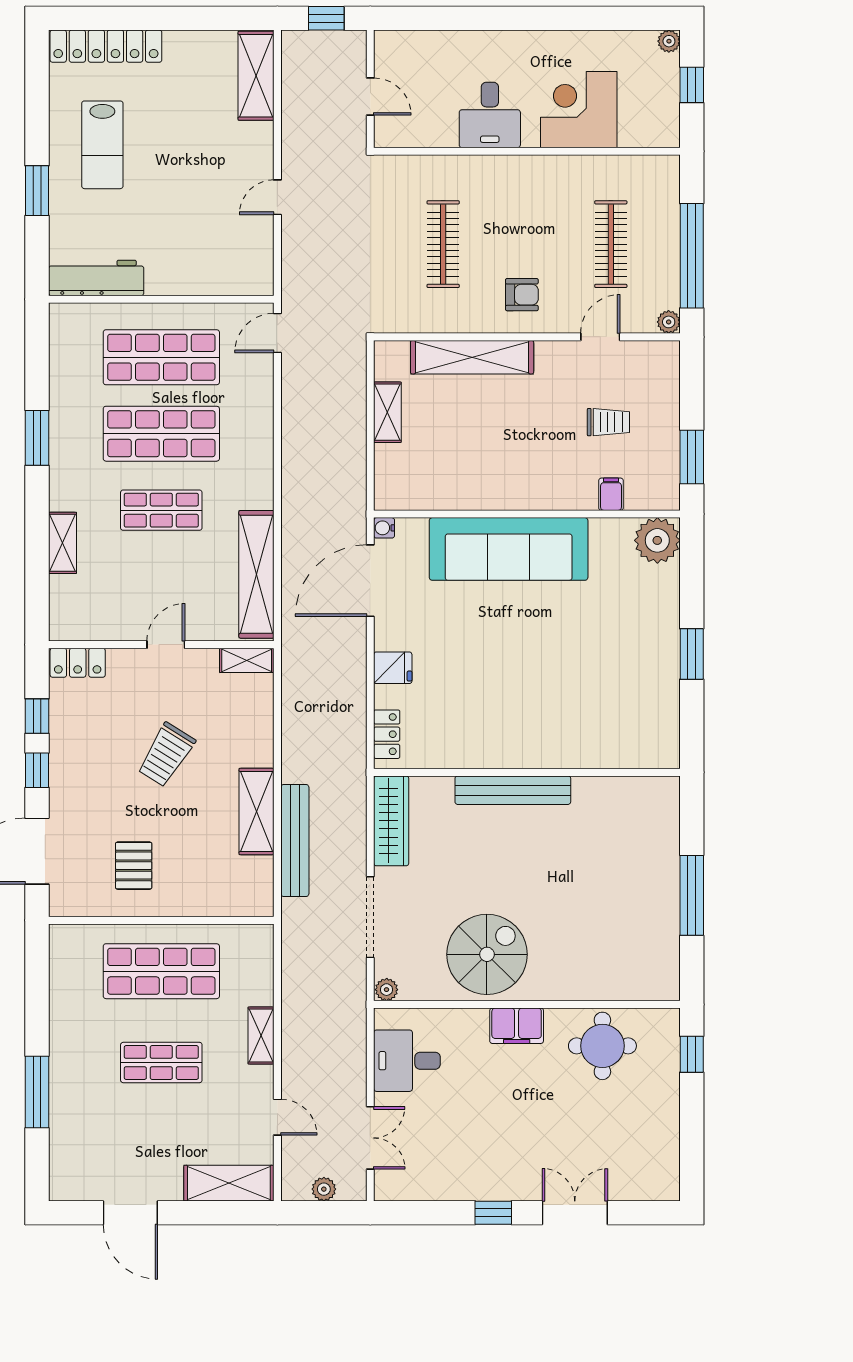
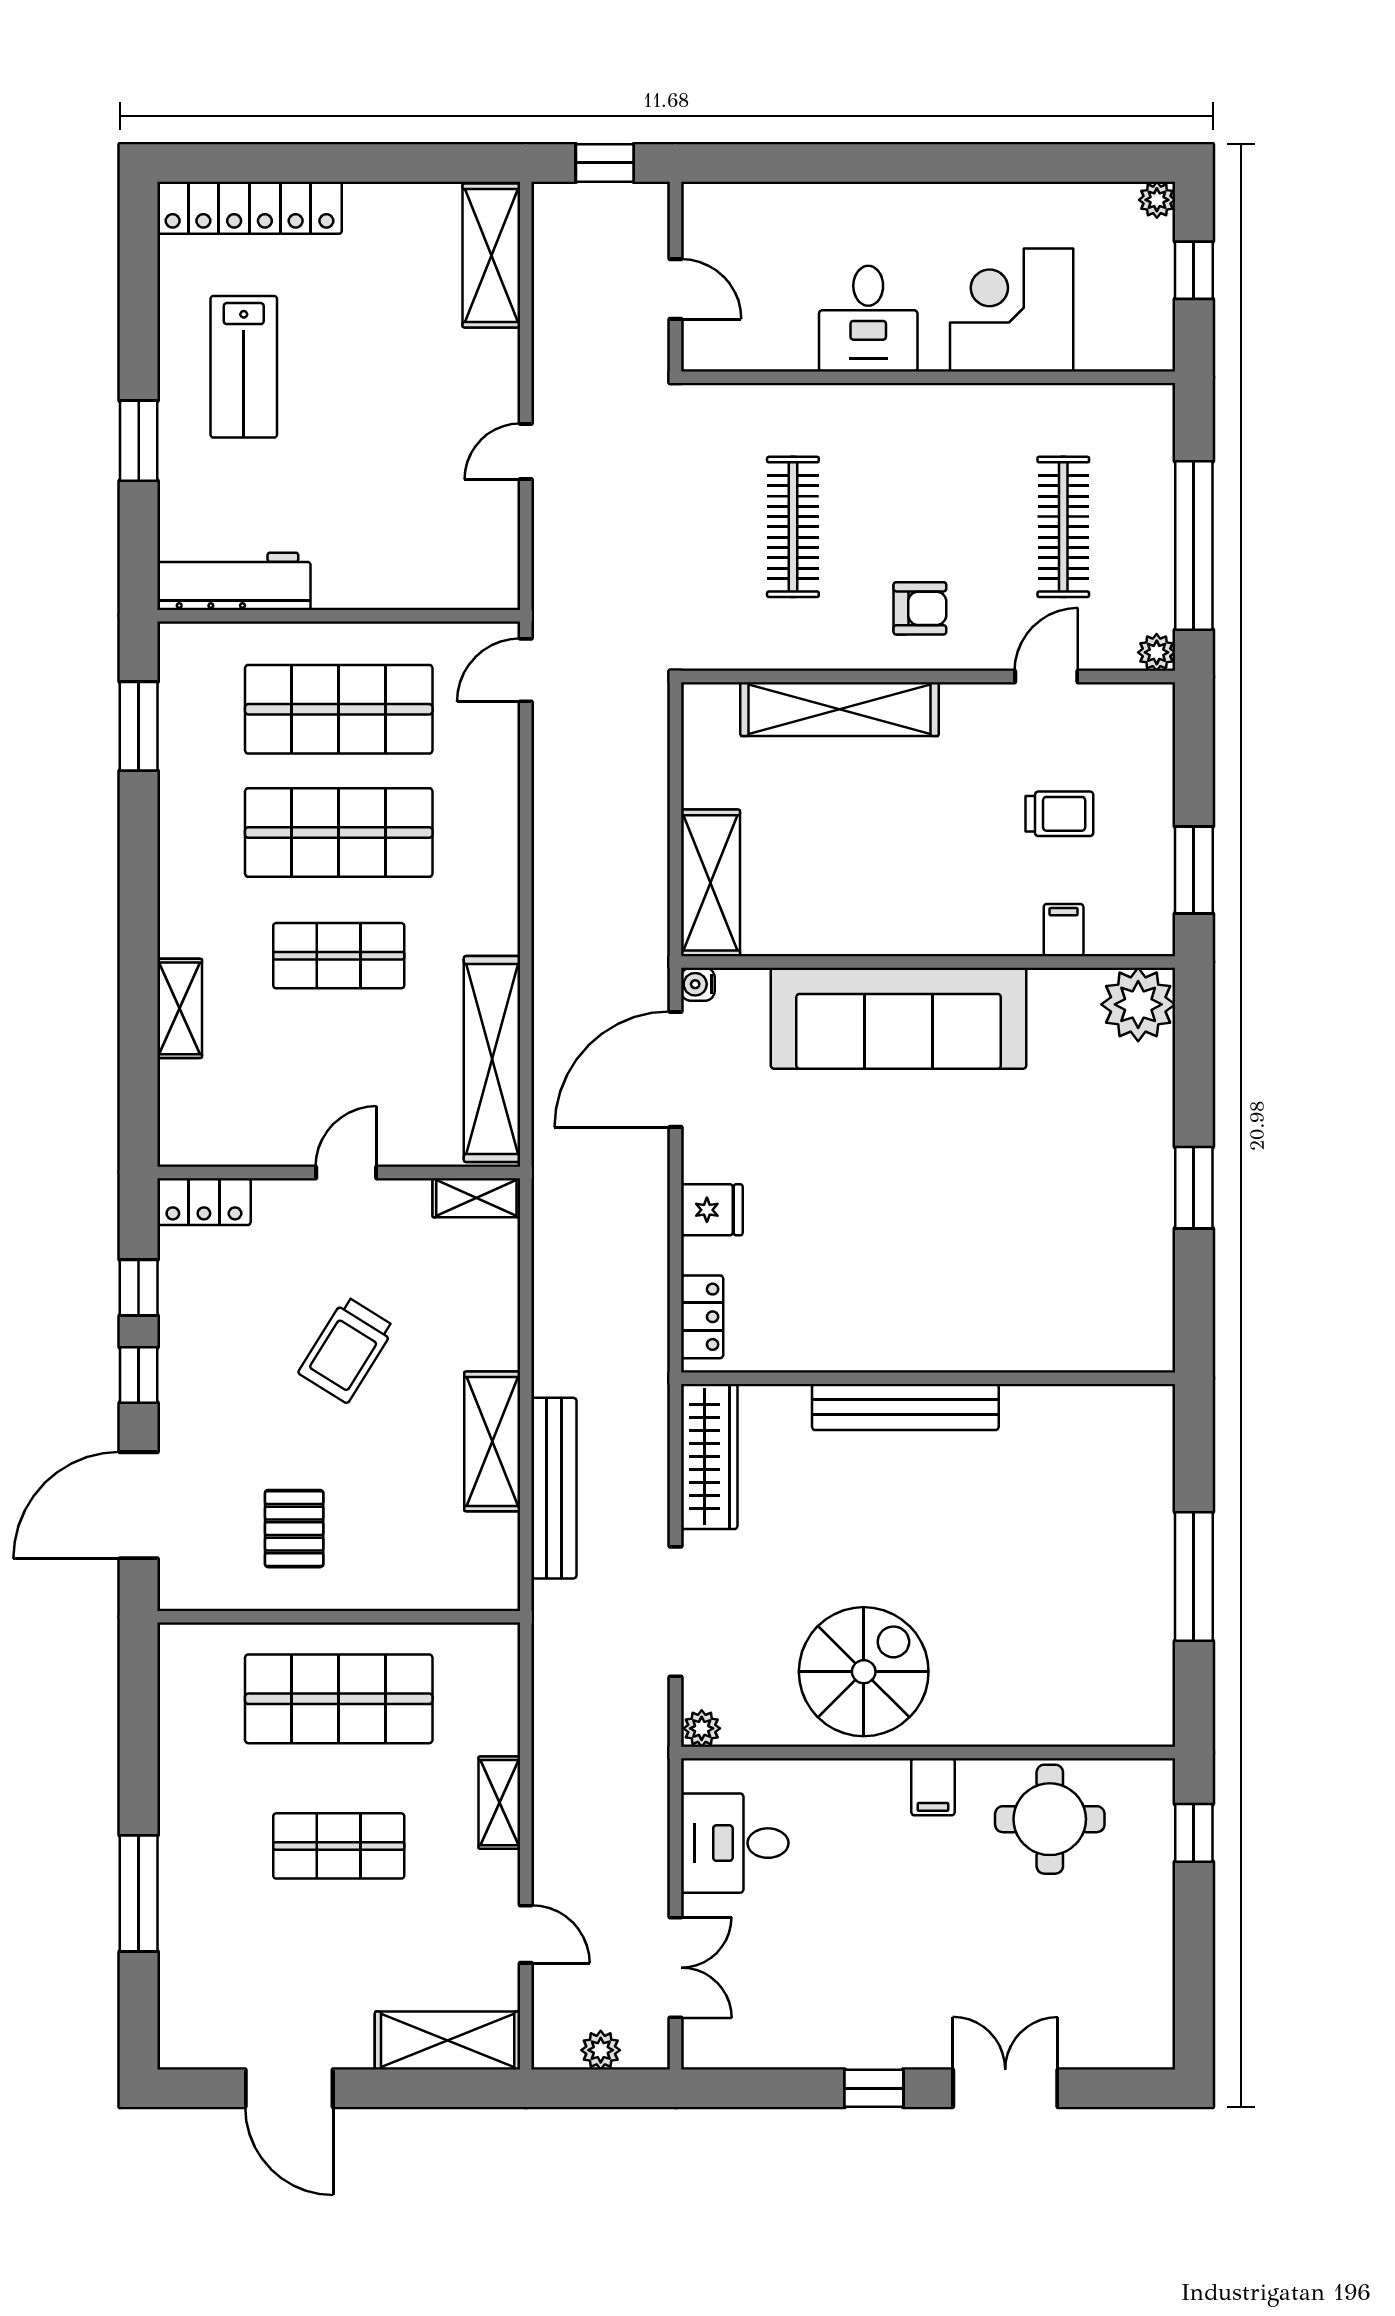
shelving: (387, 412) -> (711, 883), moved, width x1.50, depth x1.33
window: (37, 438) -> (139, 726), moved
filing cabinet: (517, 1026) -> (933, 1787), width x0.50

